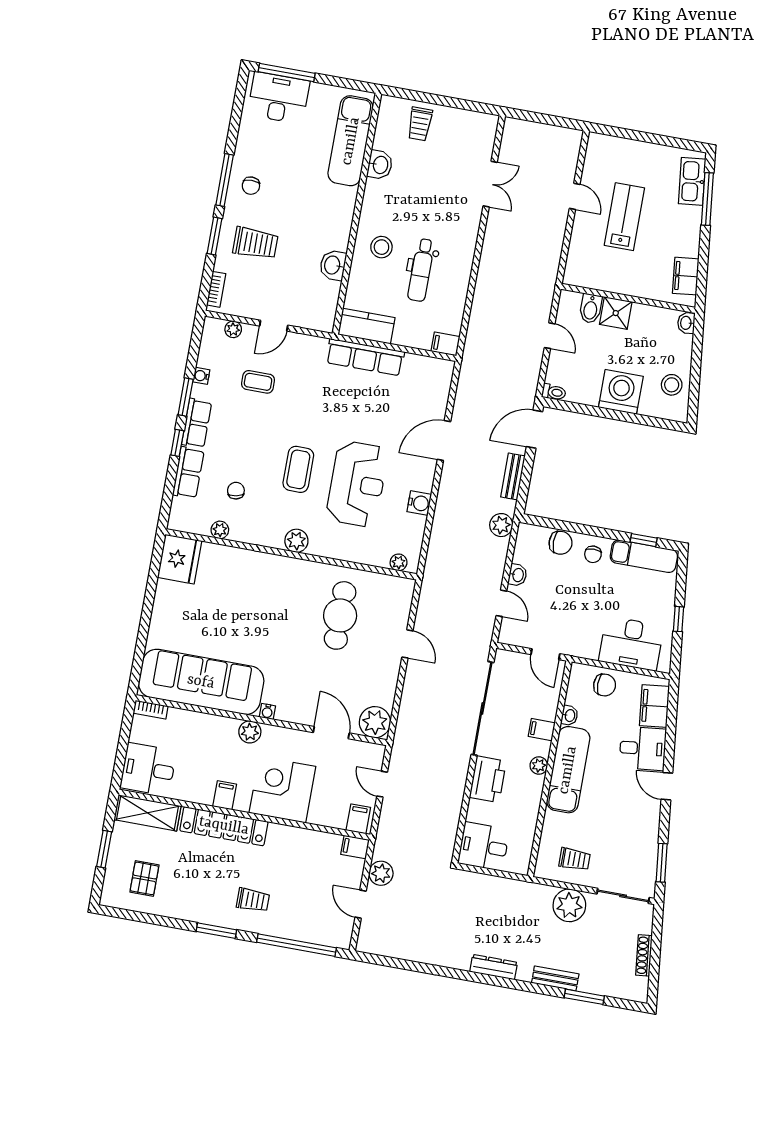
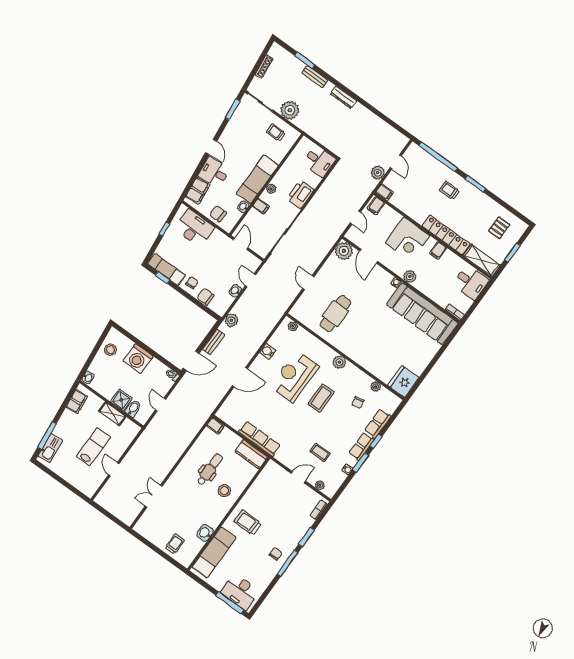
lab bench: (624, 217) -> (93, 447), turned 180
trolley: (255, 243) -> (248, 522), moved
washbasin: (333, 265) -> (253, 493), removed
shelving: (619, 284) -> (112, 414), added

